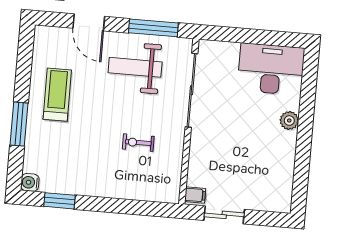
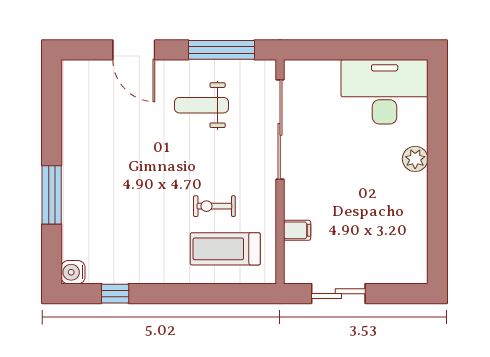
weight bench: (135, 67) -> (201, 105), width x0.73, depth x0.75
treadmill: (57, 95) -> (225, 249), moved, turned -90
filing cabinet: (195, 195) -> (297, 230), moved
window: (60, 201) -> (115, 294), width x0.67

